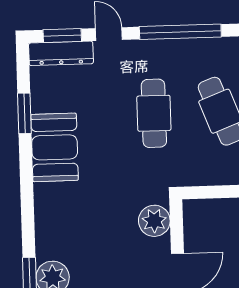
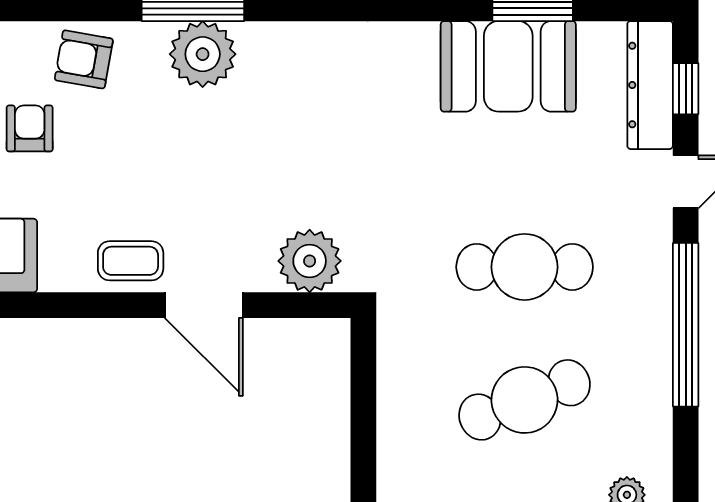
window: (62, 36) -> (686, 89), width x0.67
booth: (55, 147) -> (508, 66), moved

